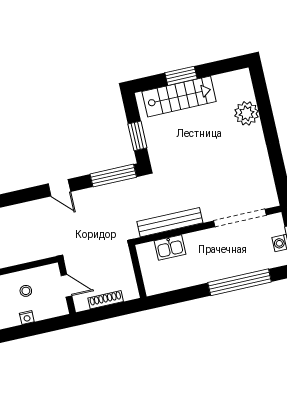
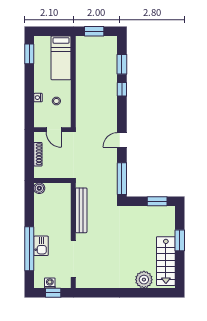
stairs: (179, 97) -> (166, 261), moved
window: (137, 136) -> (157, 201), moved
kitchen sink: (170, 248) -> (41, 246), moved, turned 180
door: (66, 286) -> (54, 130), hinge flipped
boiler: (152, 287) -> (39, 188), added

